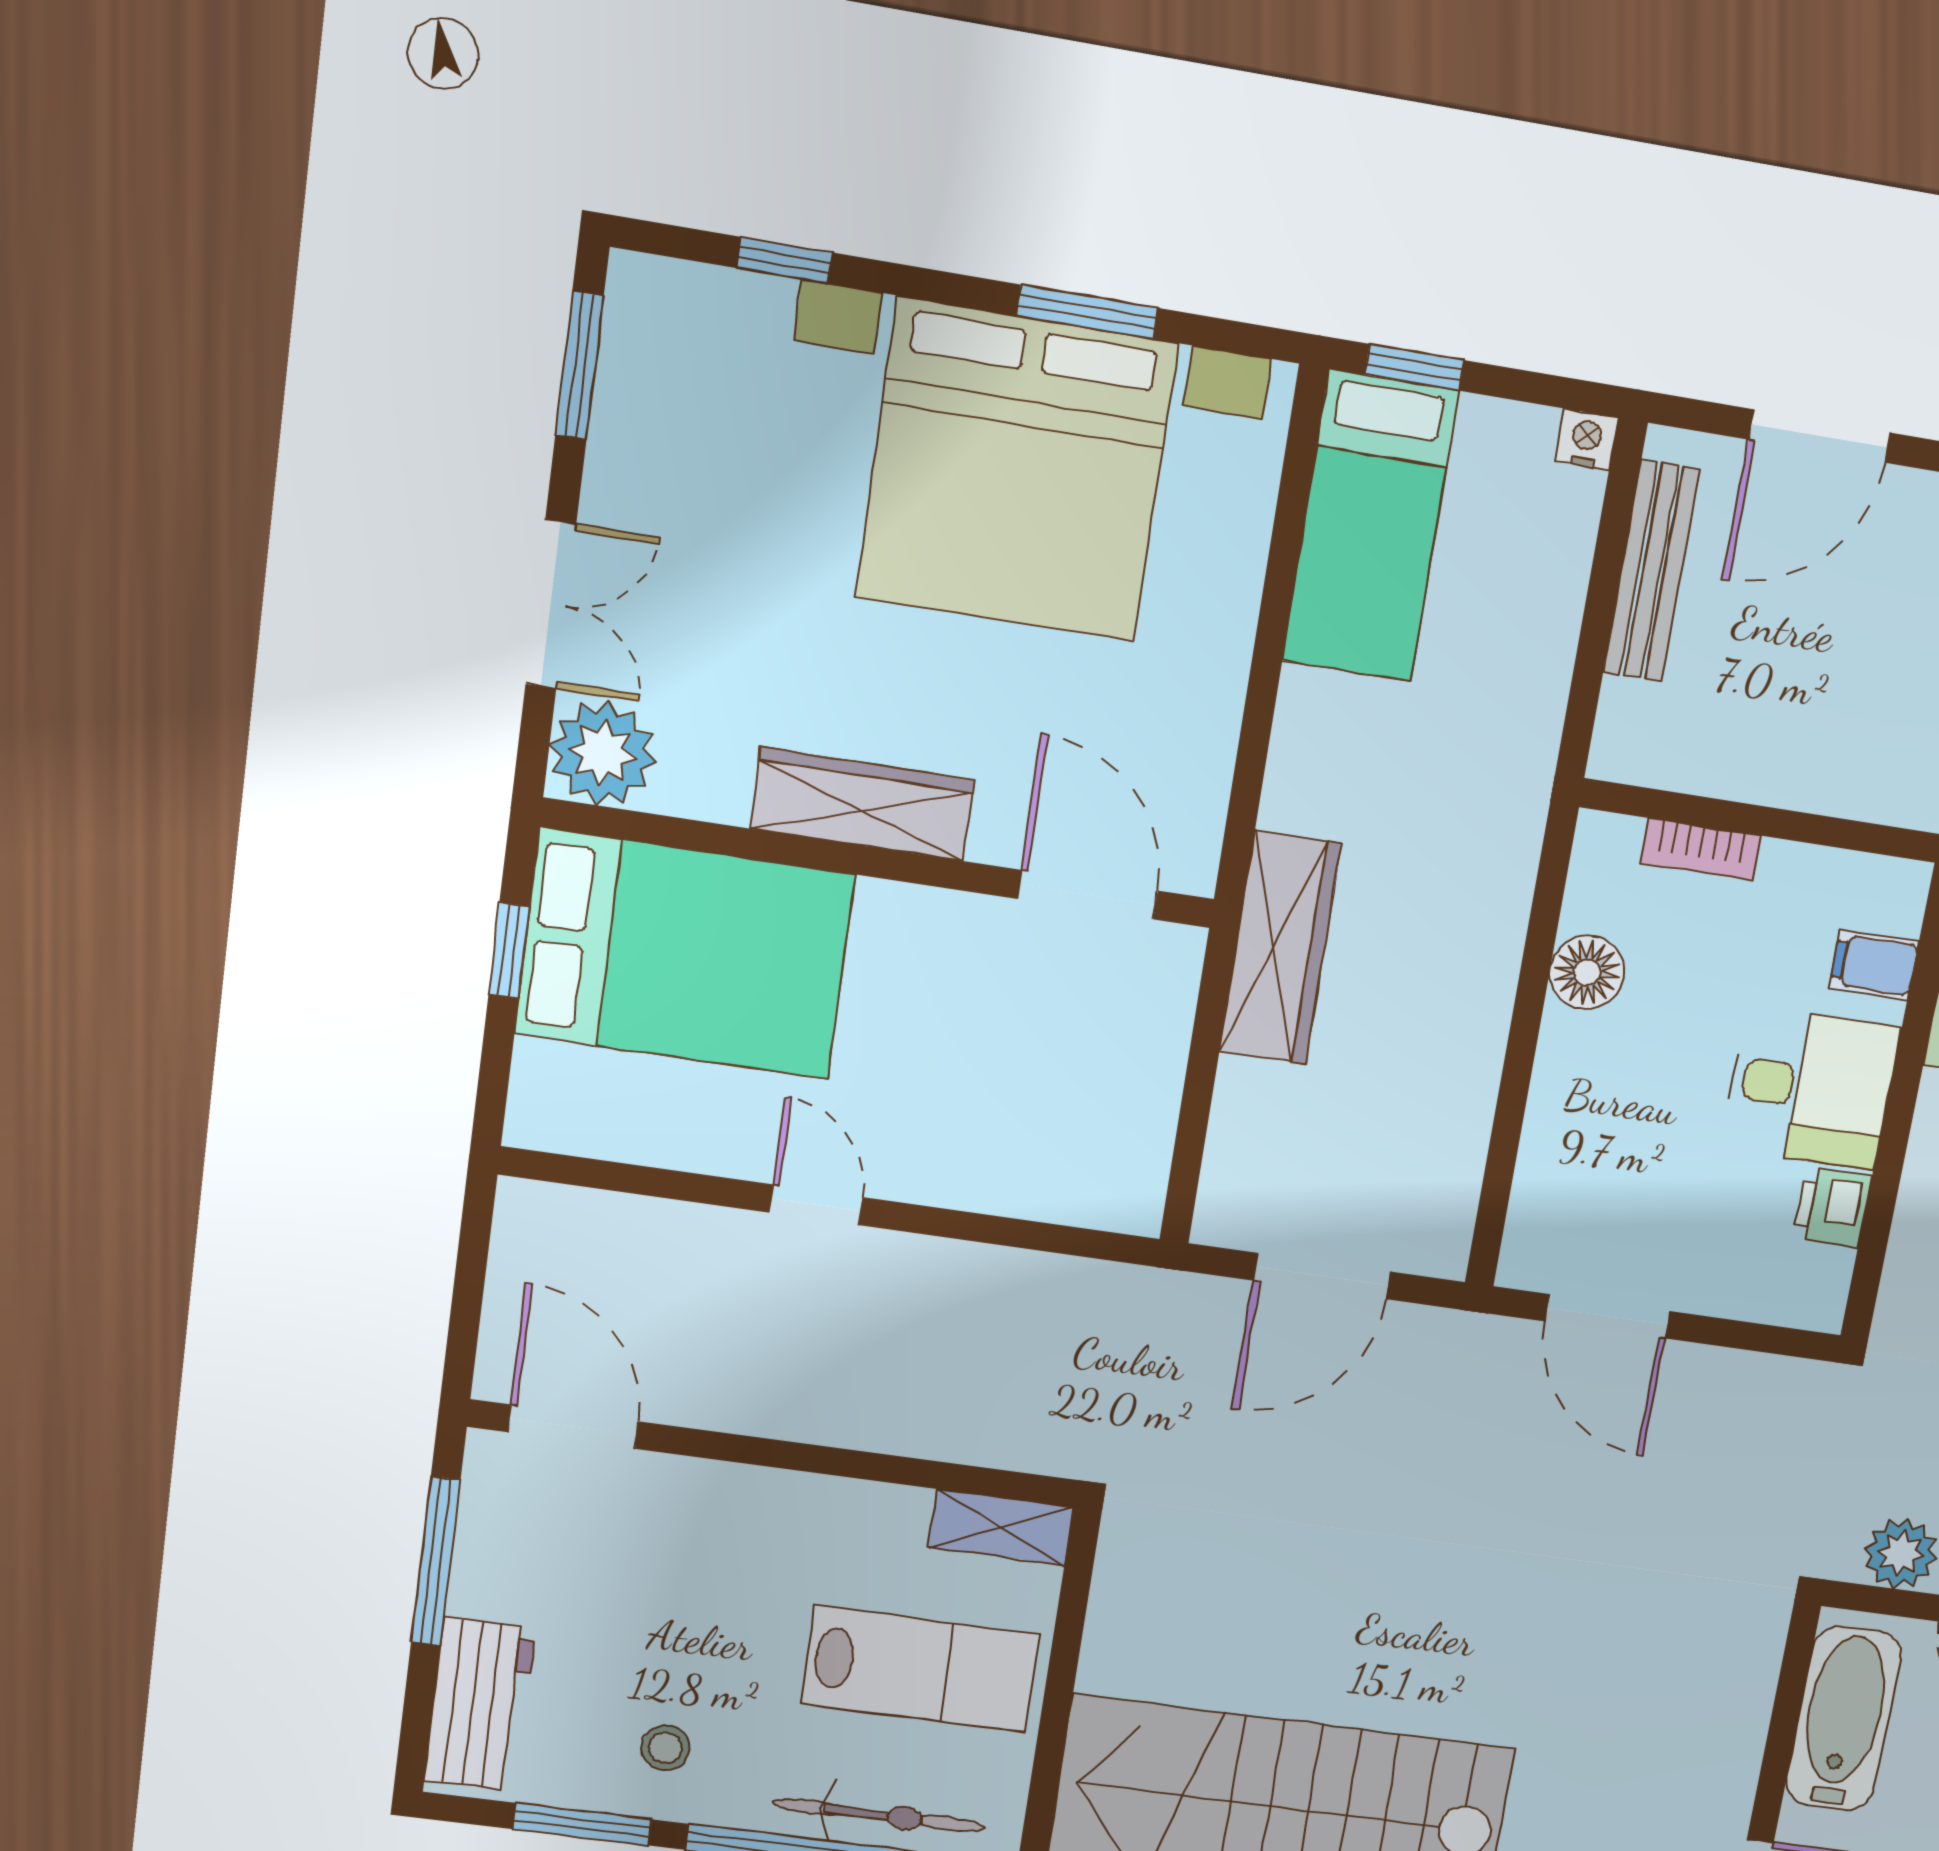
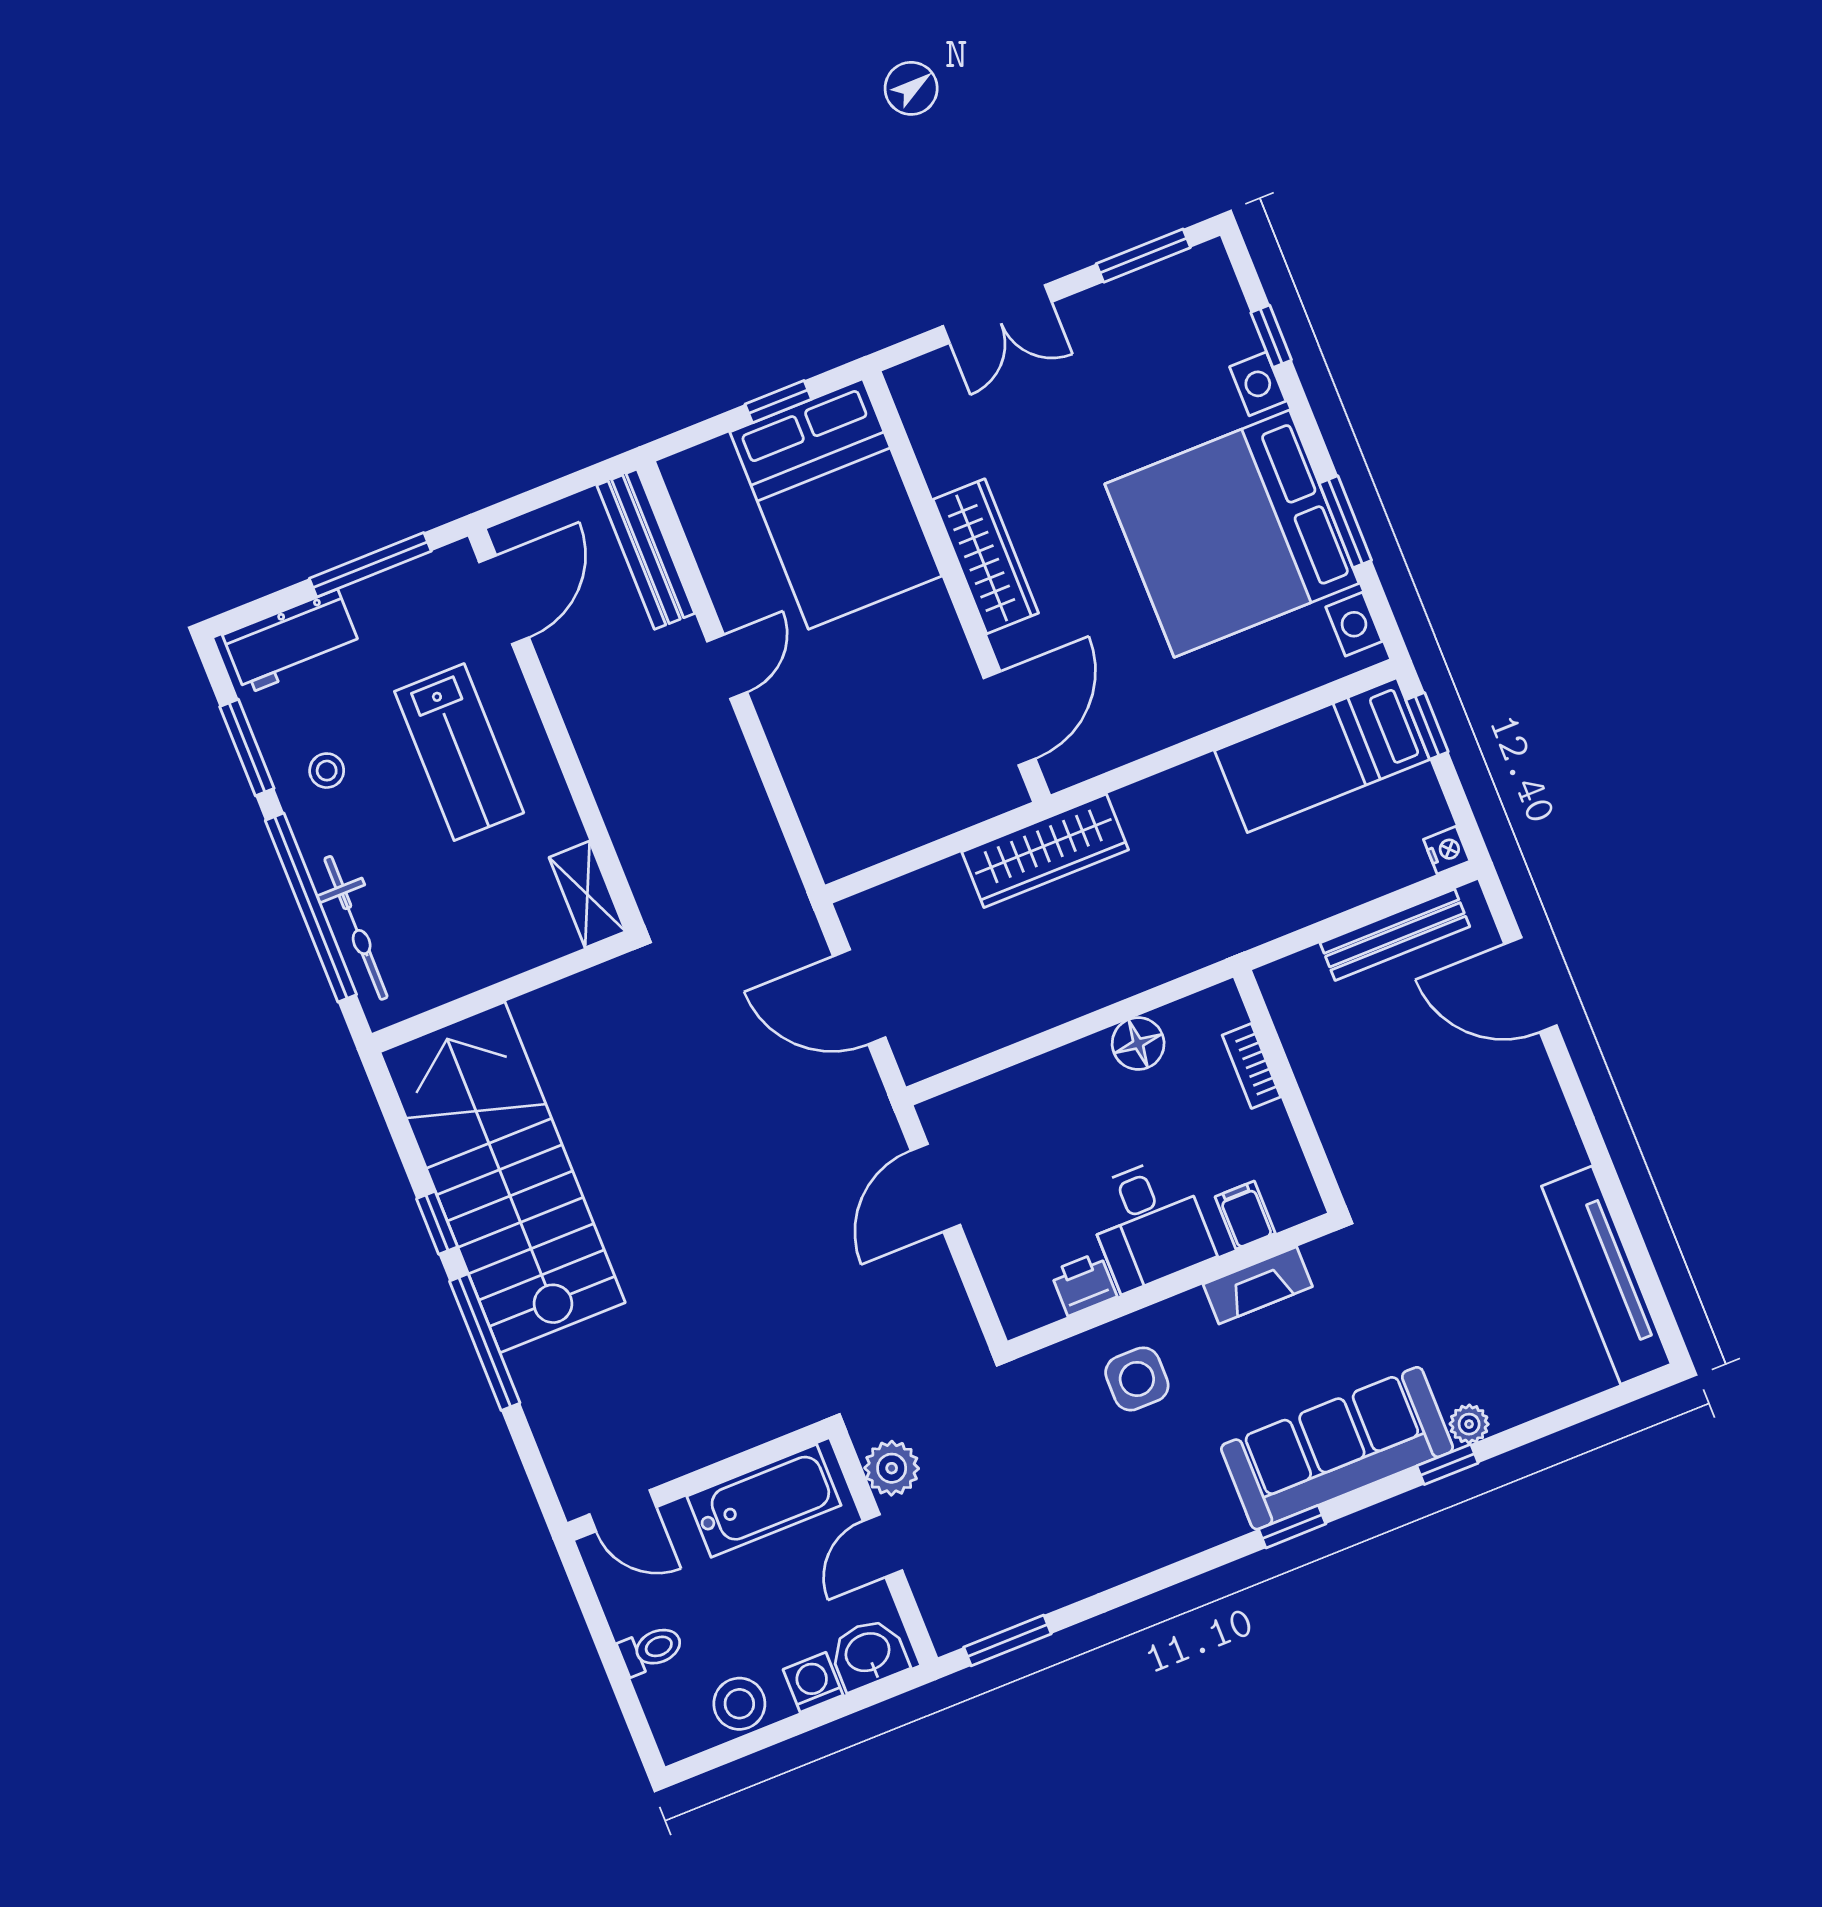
plant: (603, 753) -> (928, 391), removed
bench: (608, 1221) -> (646, 549), added
lab bench: (920, 1669) -> (459, 752), moved

